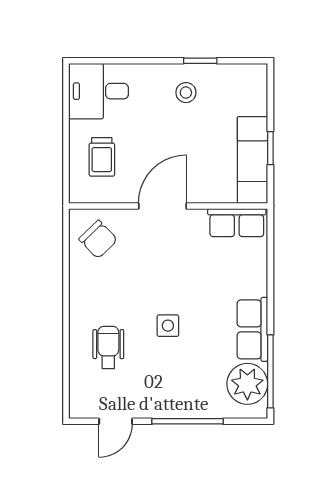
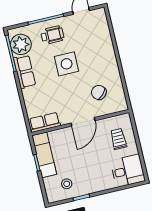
stool: (186, 93) -> (67, 184), moved
chair: (98, 239) -> (99, 92), moved
side table: (168, 326) -> (67, 64), width x1.87, depth x1.87
wheelchair: (108, 347) -> (52, 35), moved, turned -90

